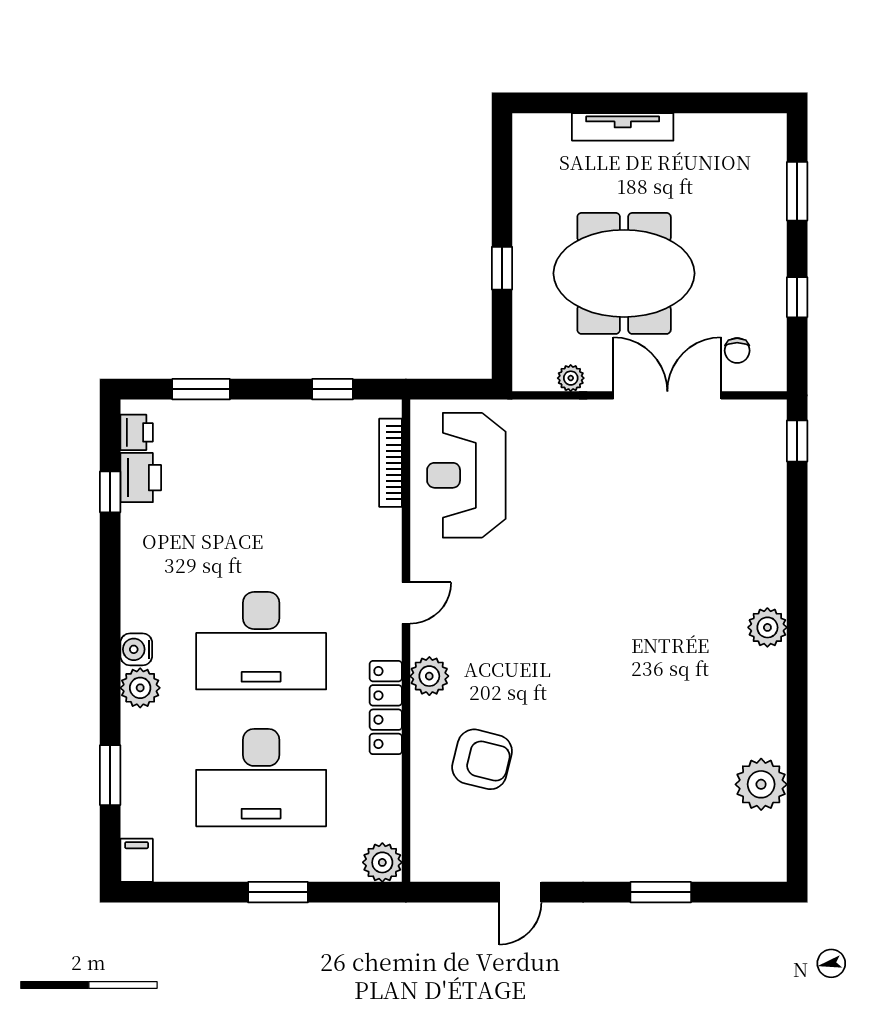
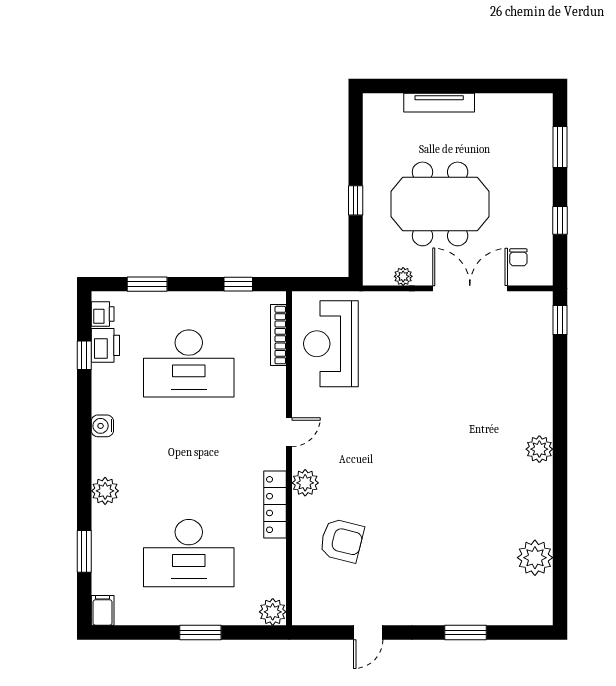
desk: (261, 641) -> (189, 364), moved
water cooler: (136, 649) -> (102, 426), moved

